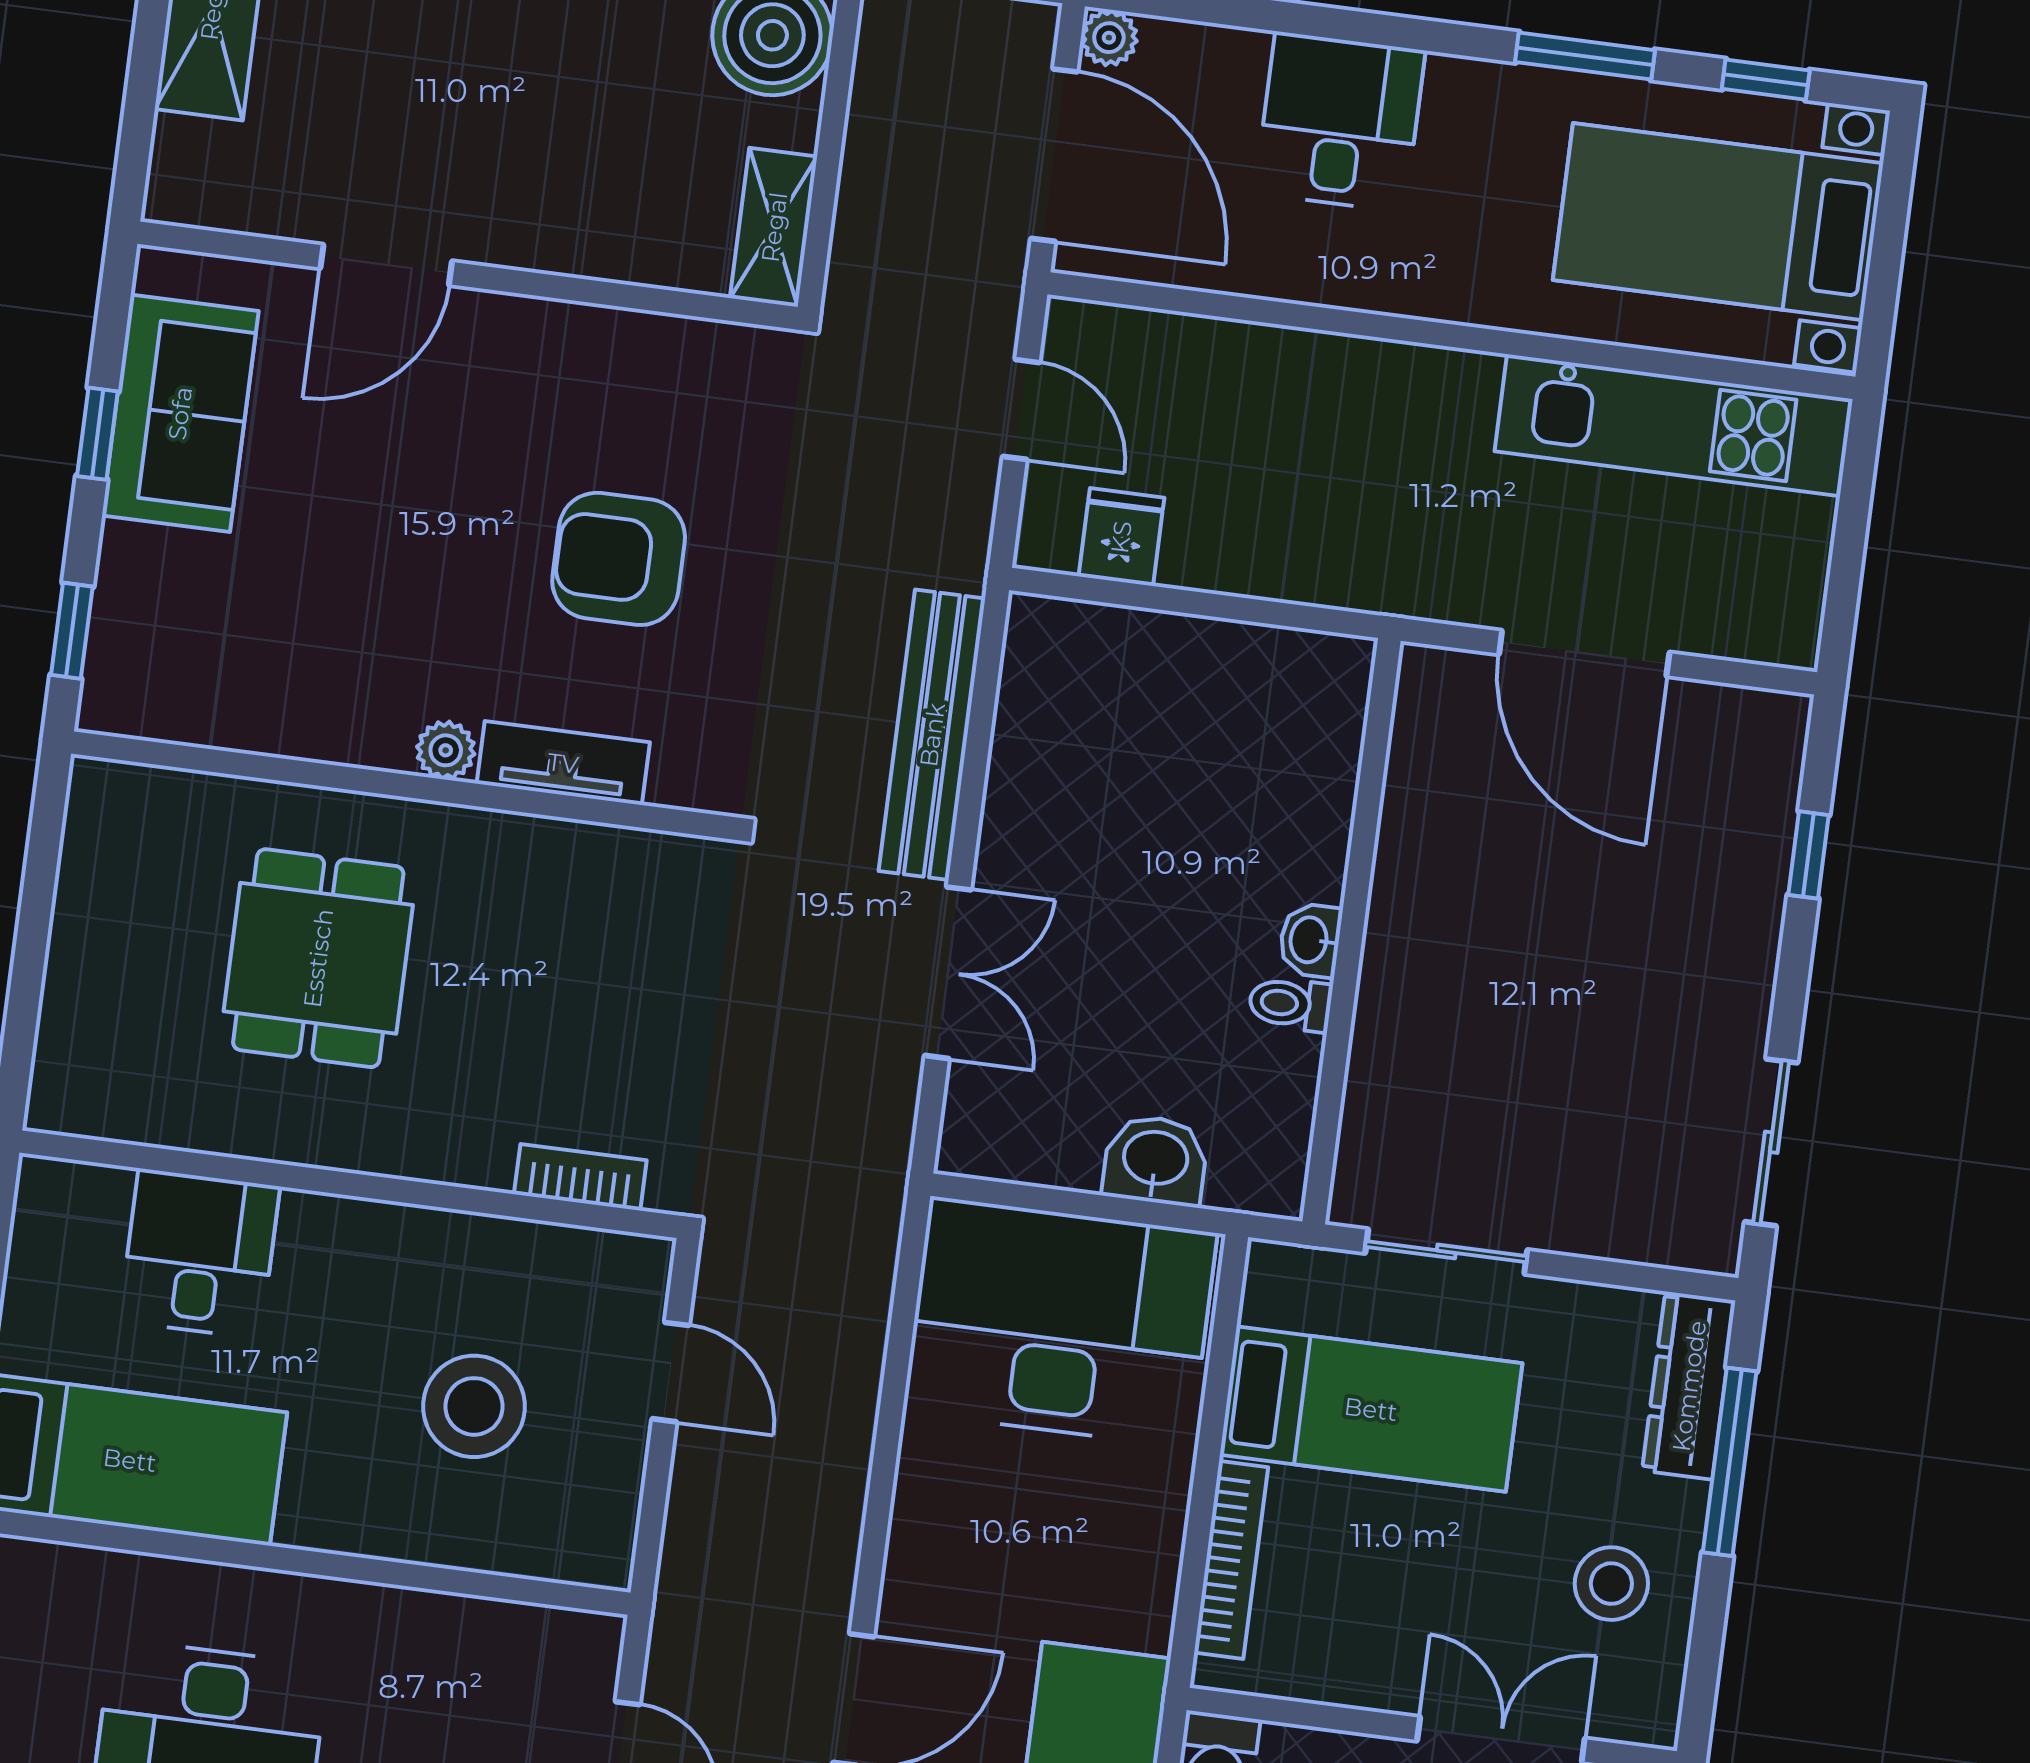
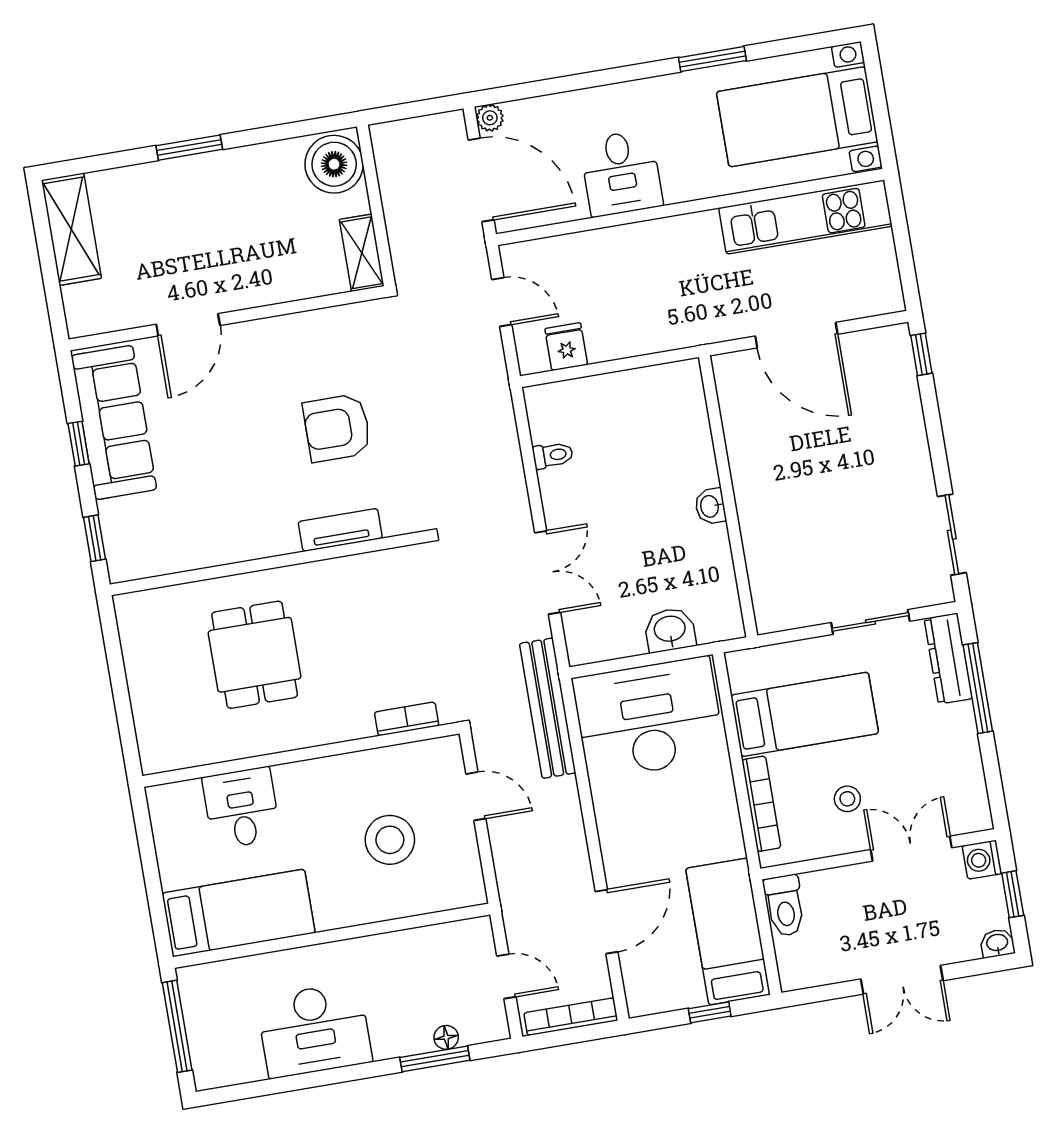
window: (1766, 80) -> (799, 44), removed
desk: (1340, 122) -> (621, 173), moved, turned 180
sofa: (180, 413) -> (114, 422), width x1.36
bench: (932, 735) -> (548, 708), moved
plant: (446, 750) -> (284, 541), removed
window: (1808, 855) -> (921, 354), moved
toilet: (1290, 1004) -> (553, 455), moved, turned 180
sliding door: (1446, 1252) -> (870, 622), moved
stool: (1611, 1584) -> (847, 799), moved, width x0.73, depth x0.73

